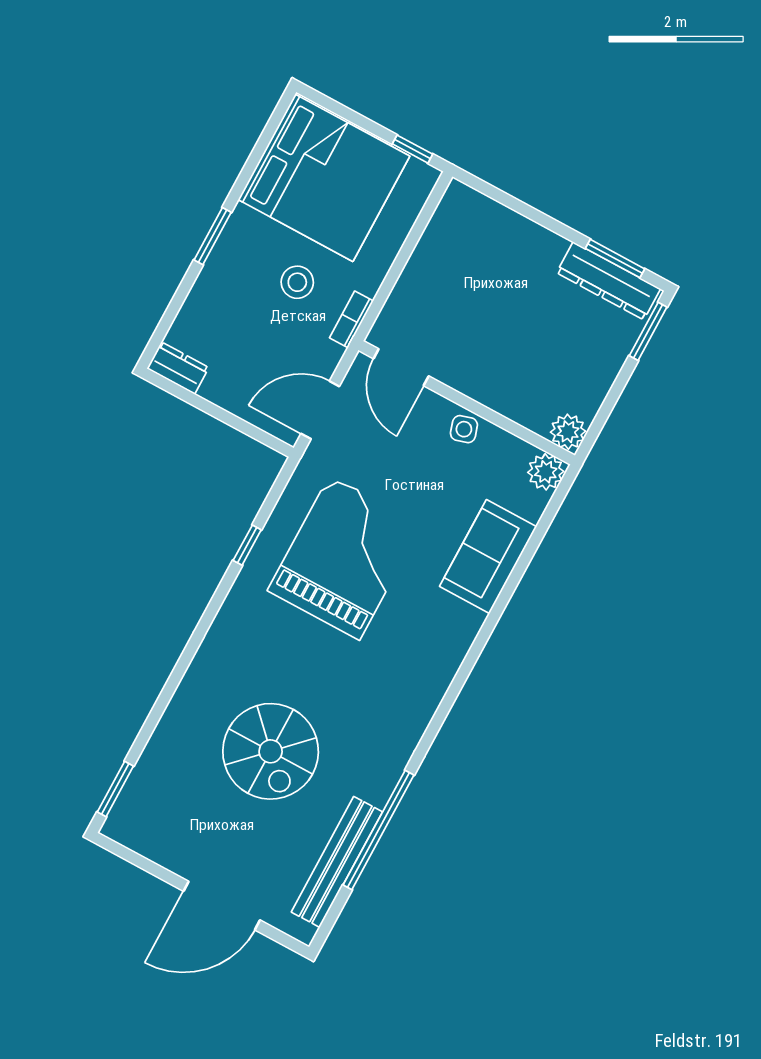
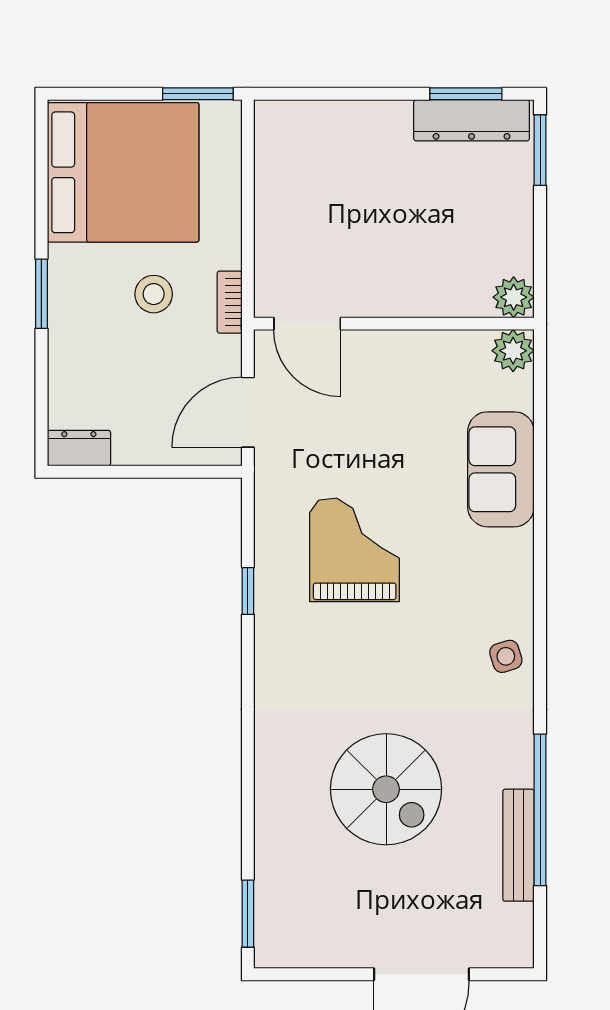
window: (413, 149) -> (198, 94), width x1.50
side table: (464, 429) -> (506, 656), moved
grand piano: (345, 558) -> (355, 550), width x0.73, depth x0.68
bench: (337, 862) -> (518, 845), width x0.73, depth x0.82

